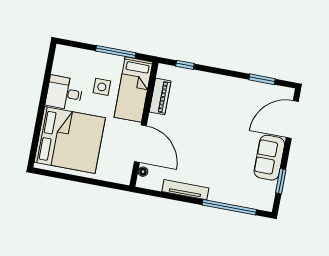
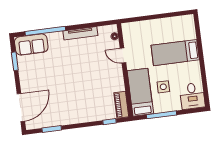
desk: (64, 93) -> (192, 96), moved, turned 90
piano: (160, 96) -> (121, 105), moved
bed: (70, 140) -> (175, 53), width x0.49
door: (140, 144) -> (123, 55), width x0.53
sofa: (269, 158) -> (31, 44), moved, turned 90

